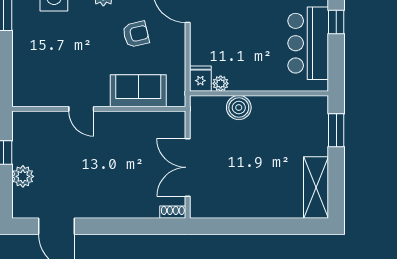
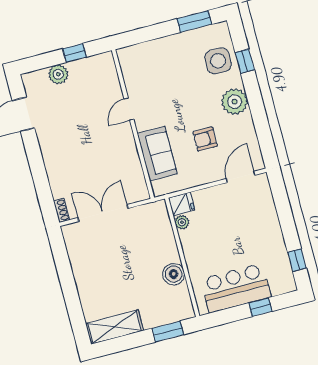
armchair: (136, 34) -> (205, 139), turned 103
boiler: (239, 108) -> (174, 274), moved

